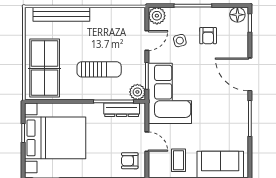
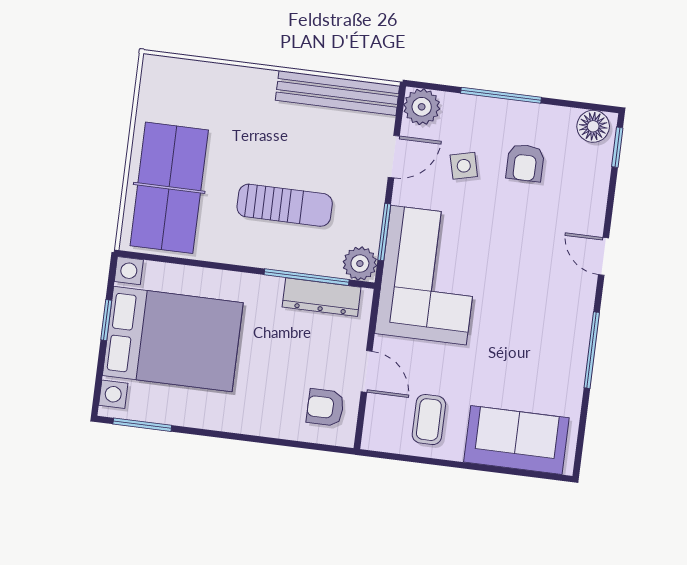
bench: (61, 14) -> (337, 93), moved
door: (250, 74) -> (604, 256), width x0.53

